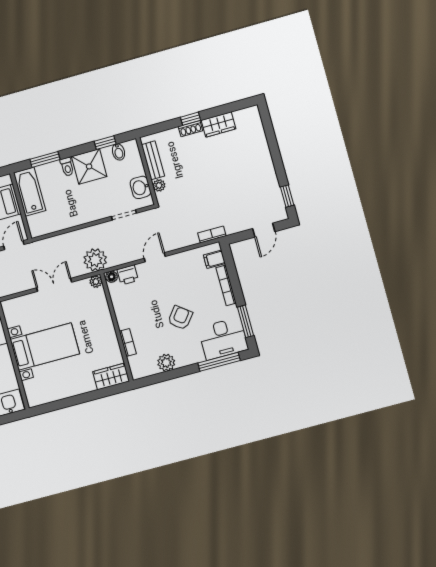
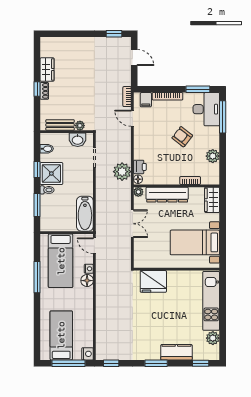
window: (105, 143) -> (37, 169), moved
bathtub: (30, 192) -> (85, 214), moved, turned -90
door: (155, 257) -> (132, 118), moved
plant: (95, 260) -> (122, 172), moved
double door: (54, 285) -> (132, 224), swing flipped
dresser: (102, 319) -> (167, 195), added
bed with nightstands: (45, 347) -> (195, 242), moved, turned -90

